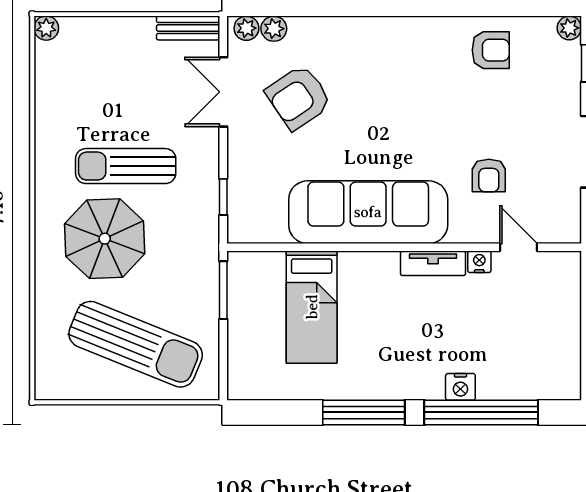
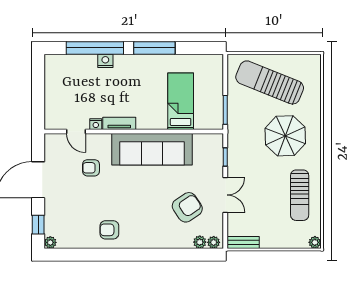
armchair: (491, 50) -> (109, 230), moved
double door: (223, 92) -> (225, 195), moved
sun lounger: (126, 166) -> (300, 195), moved, turned 90
armchair: (489, 175) -> (91, 168), turned -90

